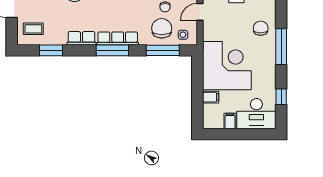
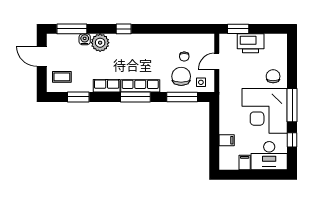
window: (281, 47) -> (292, 105), moved
corner desk: (227, 66) -> (265, 111), moved, turned 180

